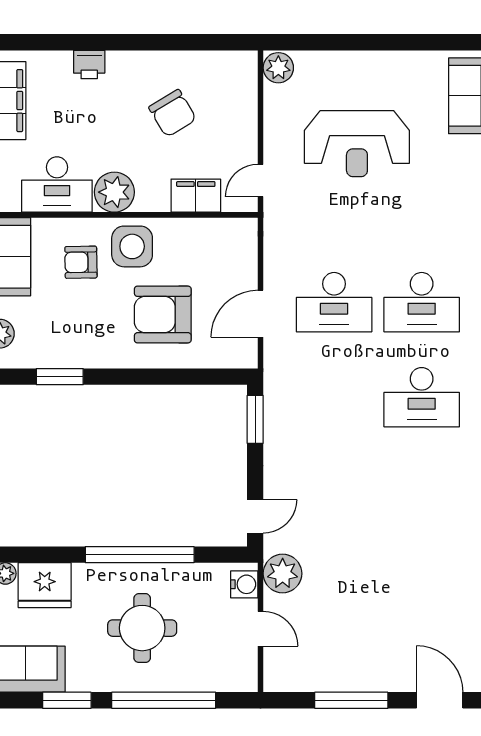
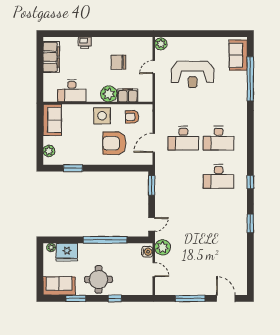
chair: (173, 113) -> (118, 62), turned 121
door: (261, 180) -> (154, 67), moved
plant: (114, 192) -> (109, 94), moved
armchair: (81, 262) -> (132, 117), moved
round table: (142, 628) -> (99, 279), moved
window: (164, 700) -> (115, 298), width x0.32

